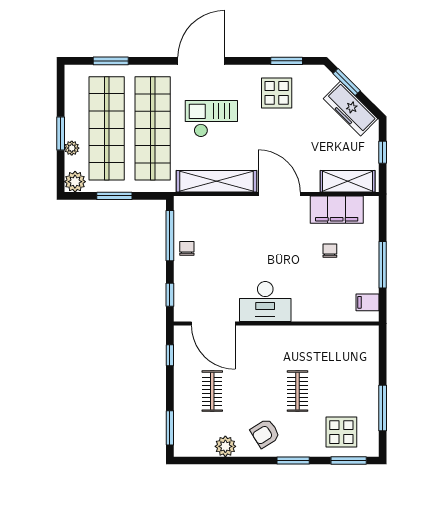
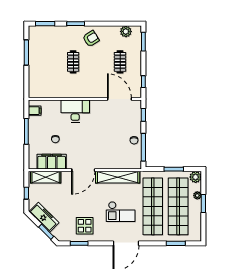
door: (279, 194) -> (83, 170), hinge flipped
desk: (265, 302) -> (75, 111), moved
display table: (341, 432) -> (49, 39), removed
plant: (225, 446) -> (126, 31), moved

